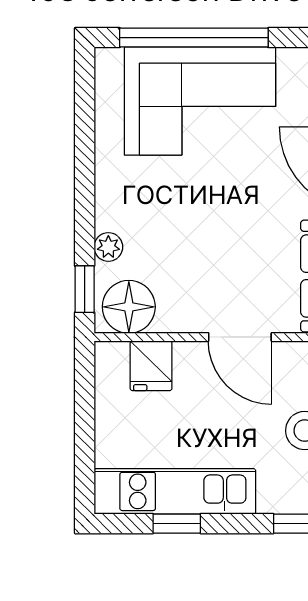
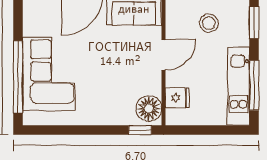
plant: (108, 247) -> (120, 118), removed
window: (177, 524) -> (254, 85), width x2.17

